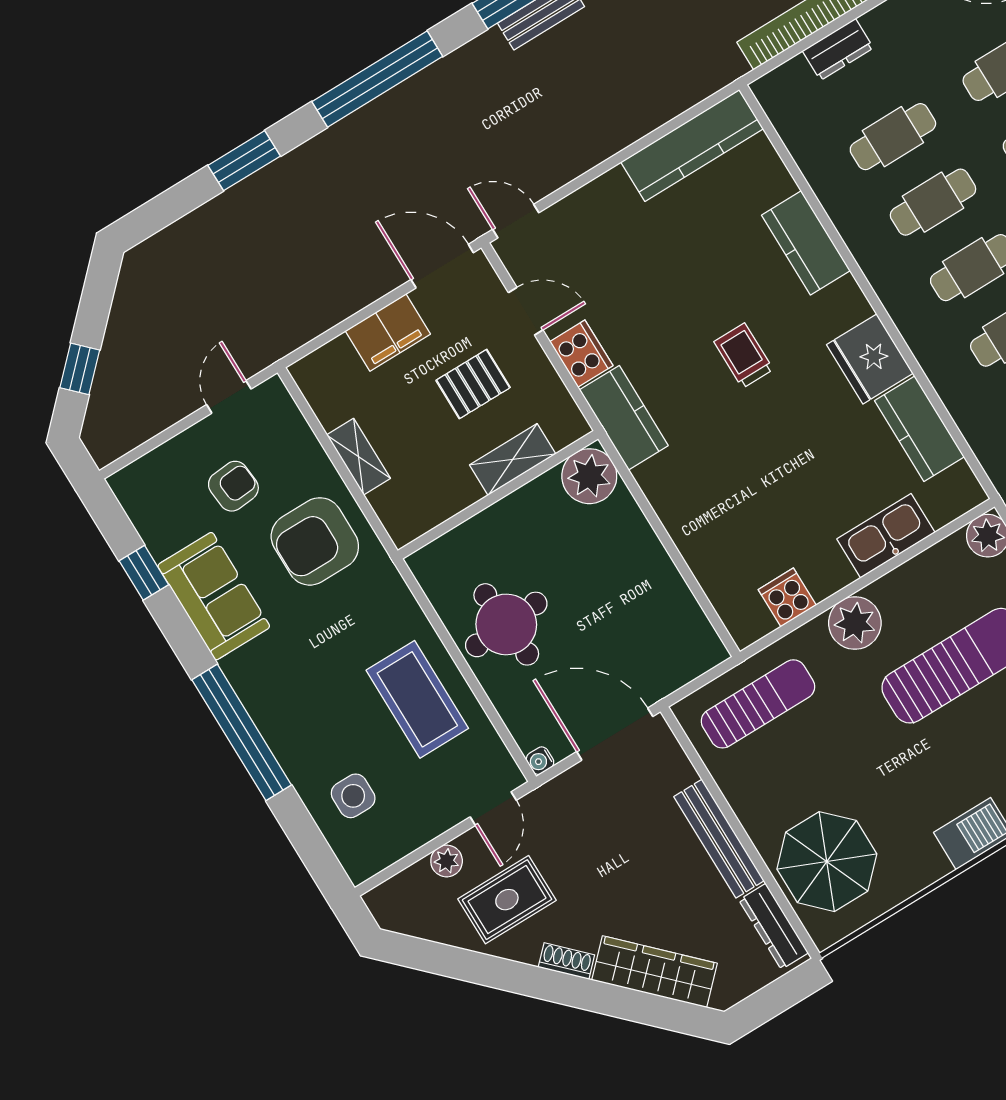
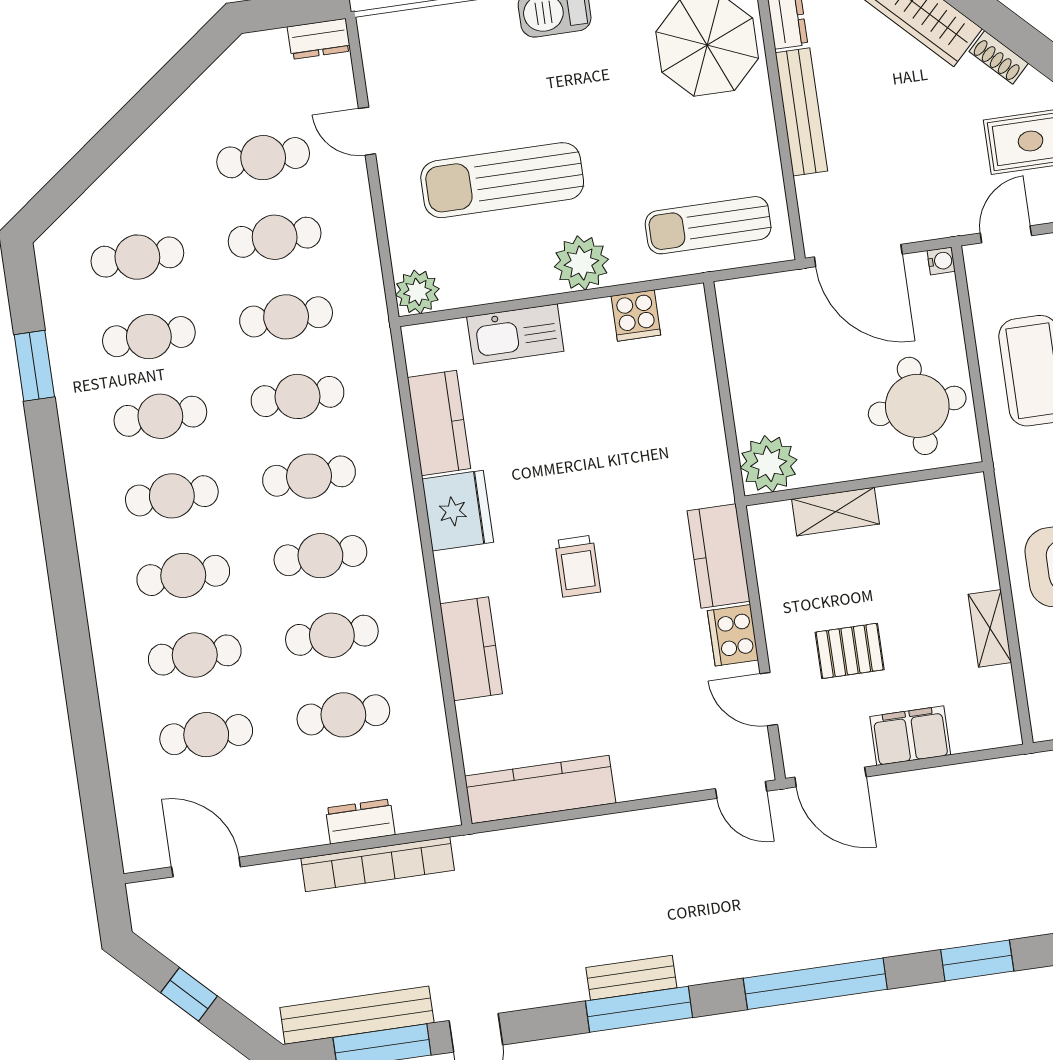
shelving: (513, 459) -> (836, 512), moved
plant: (589, 476) -> (769, 464), moved
wall: (498, 495) -> (864, 484), moved

